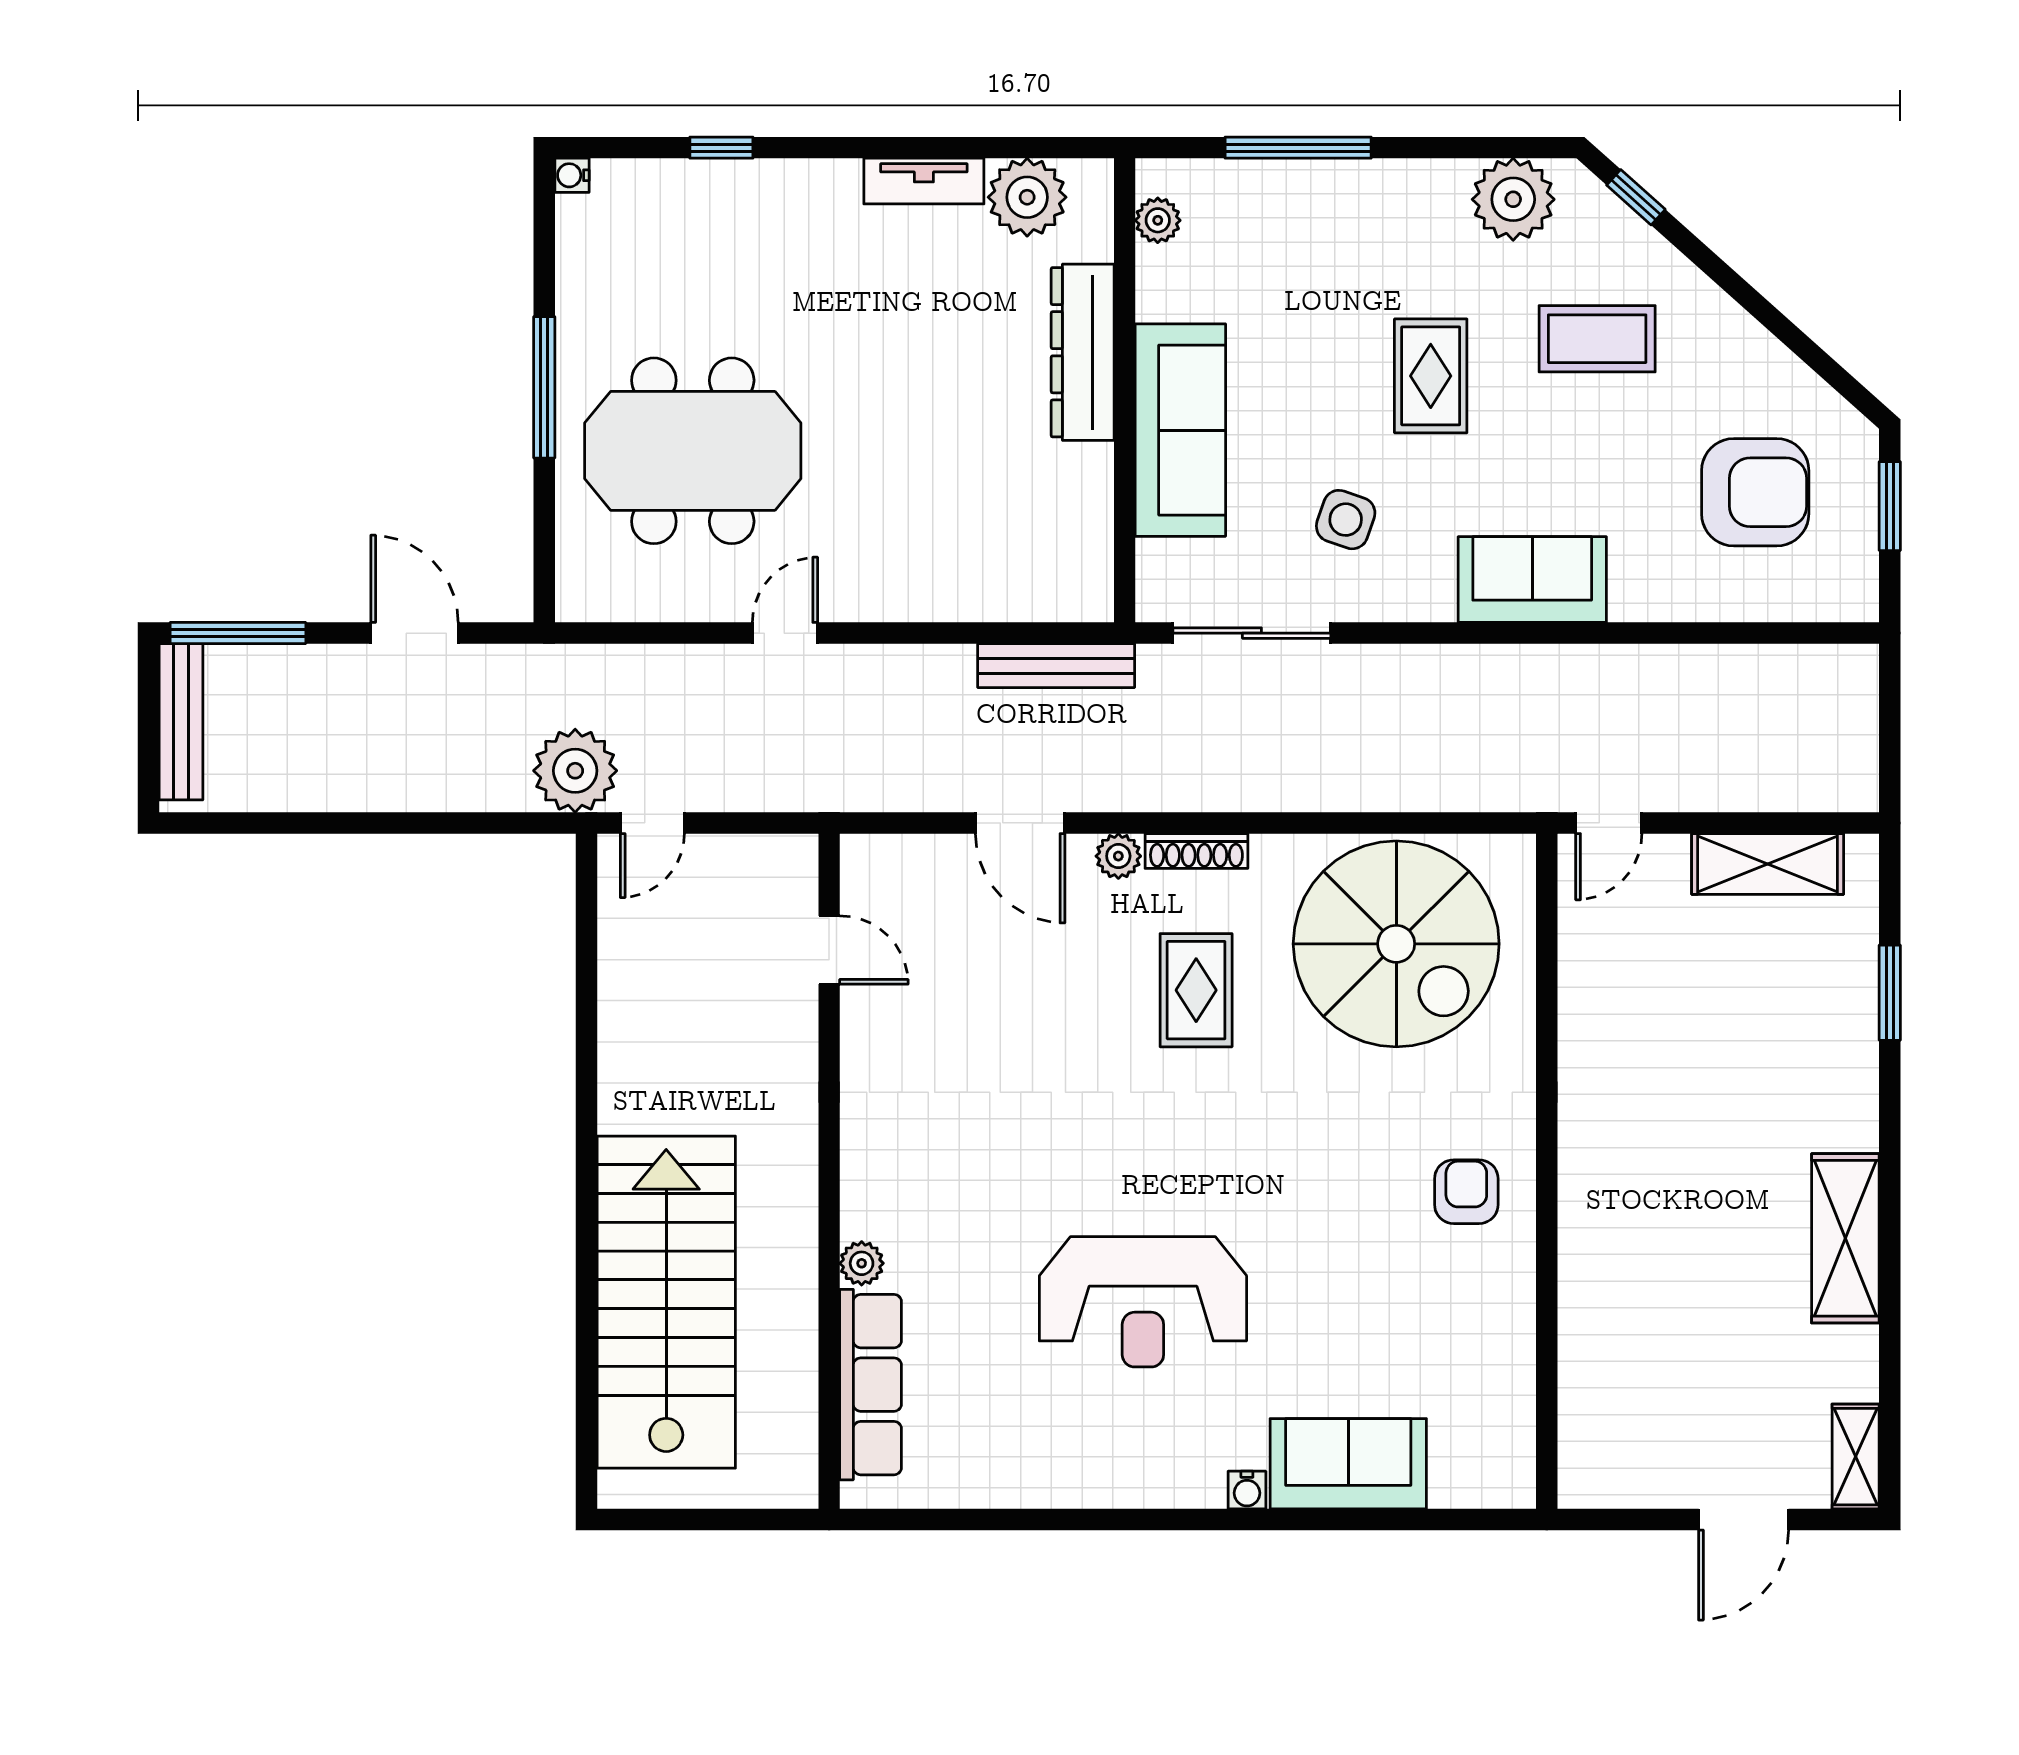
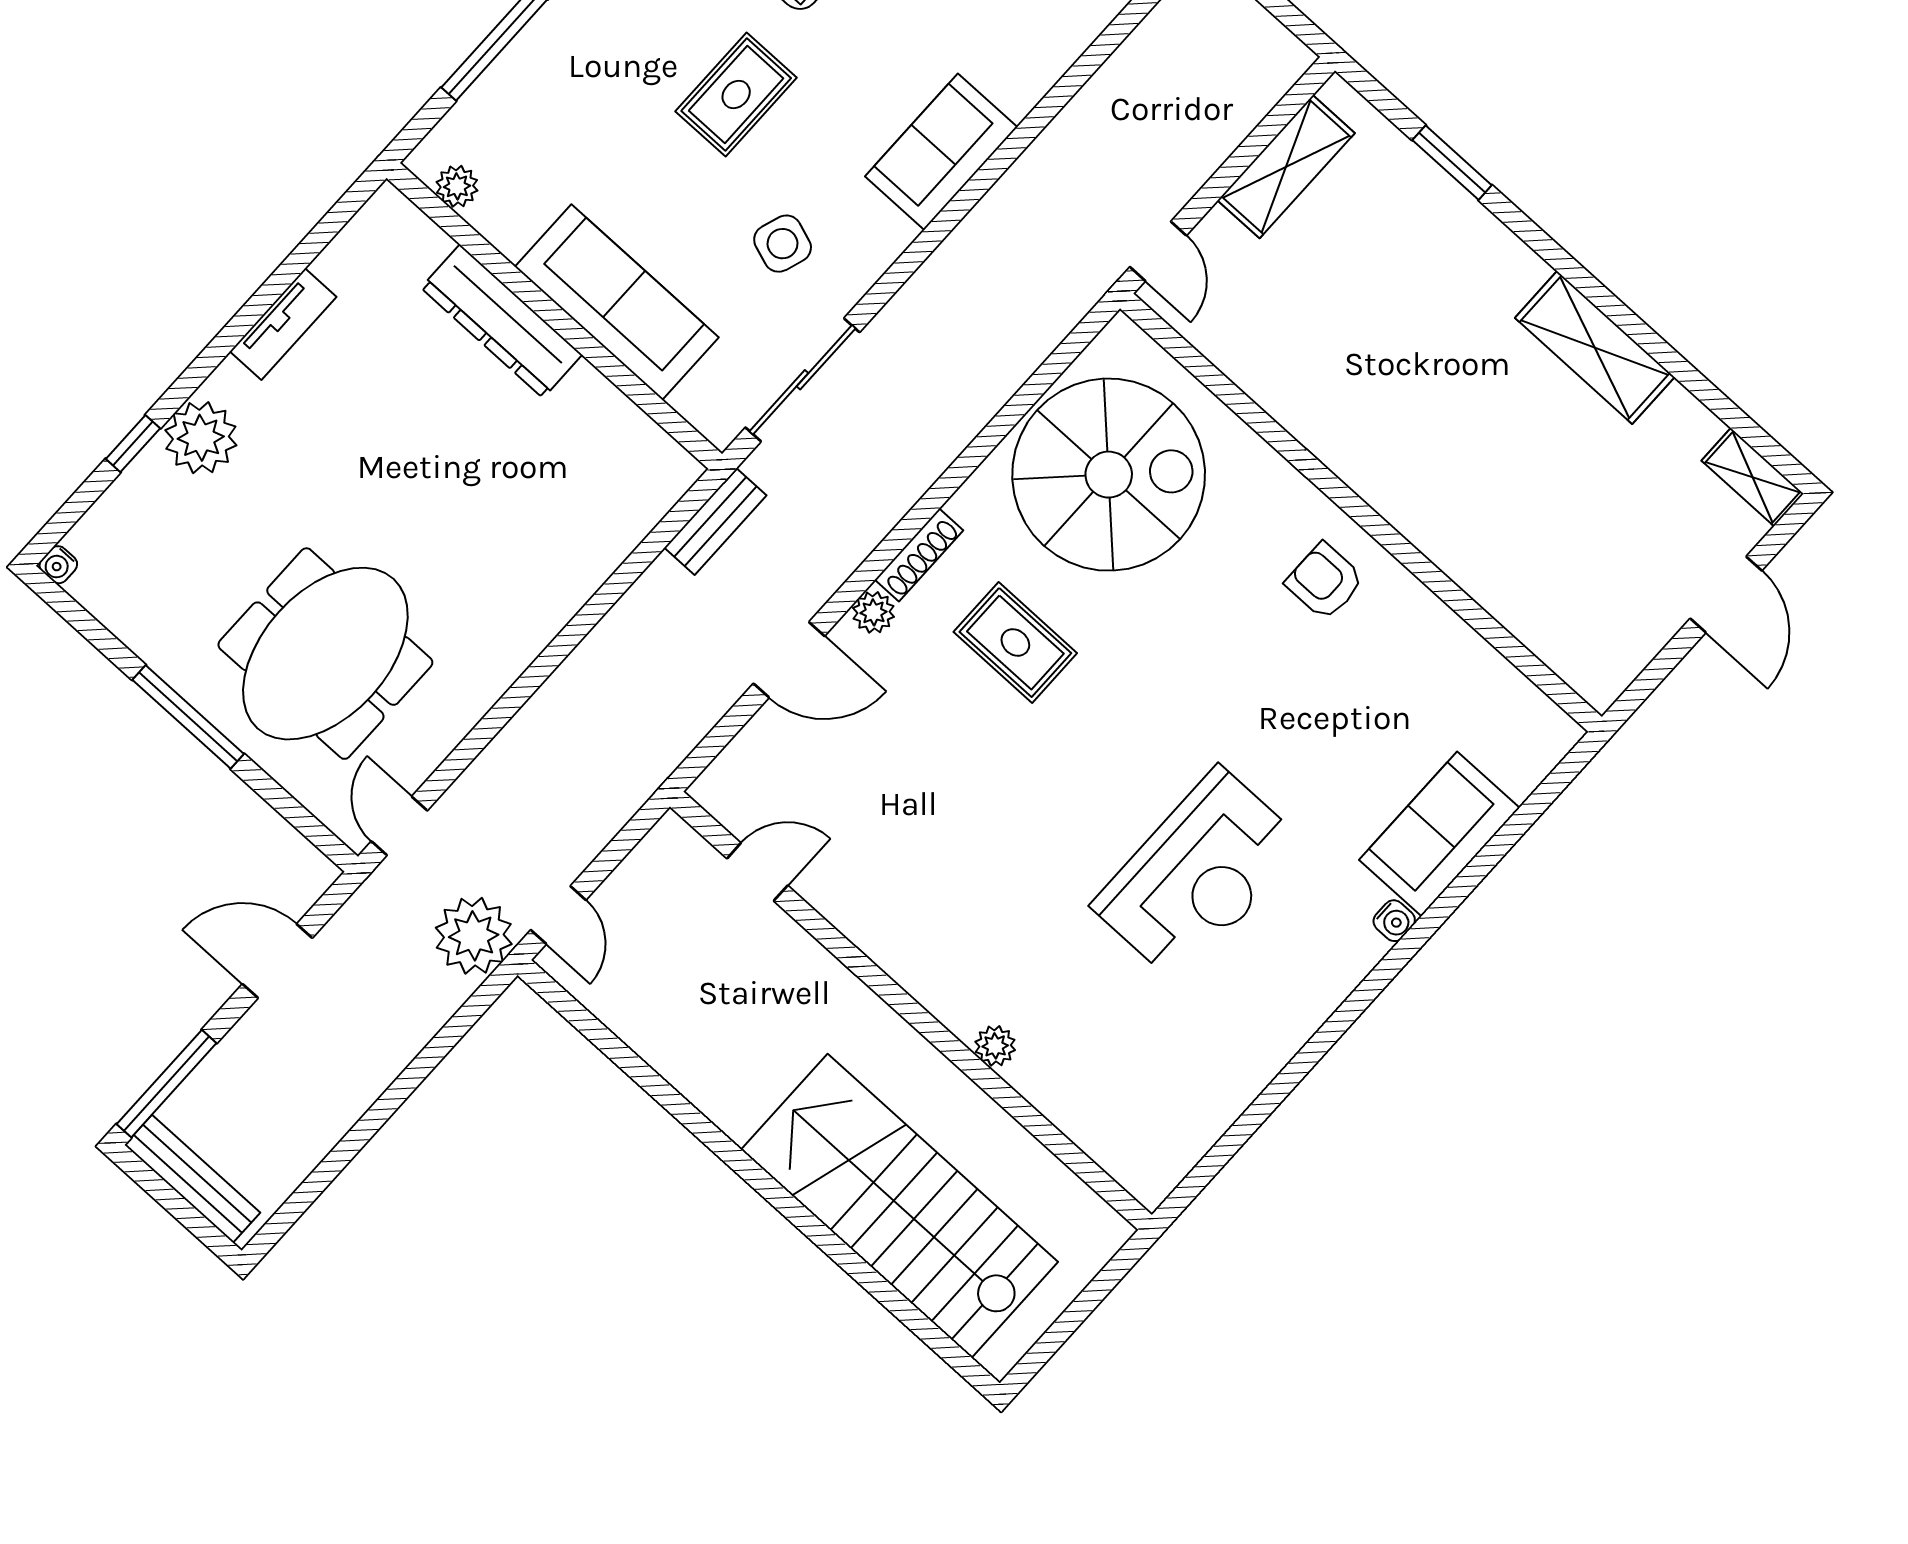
plant: (1027, 197) -> (201, 438), moved
rug: (1431, 376) -> (736, 94), turned 90
door: (785, 633) -> (399, 826), moved
bench: (1056, 666) -> (715, 522), width x0.73
row of seats: (871, 1385) -> (1085, 1116), removed

